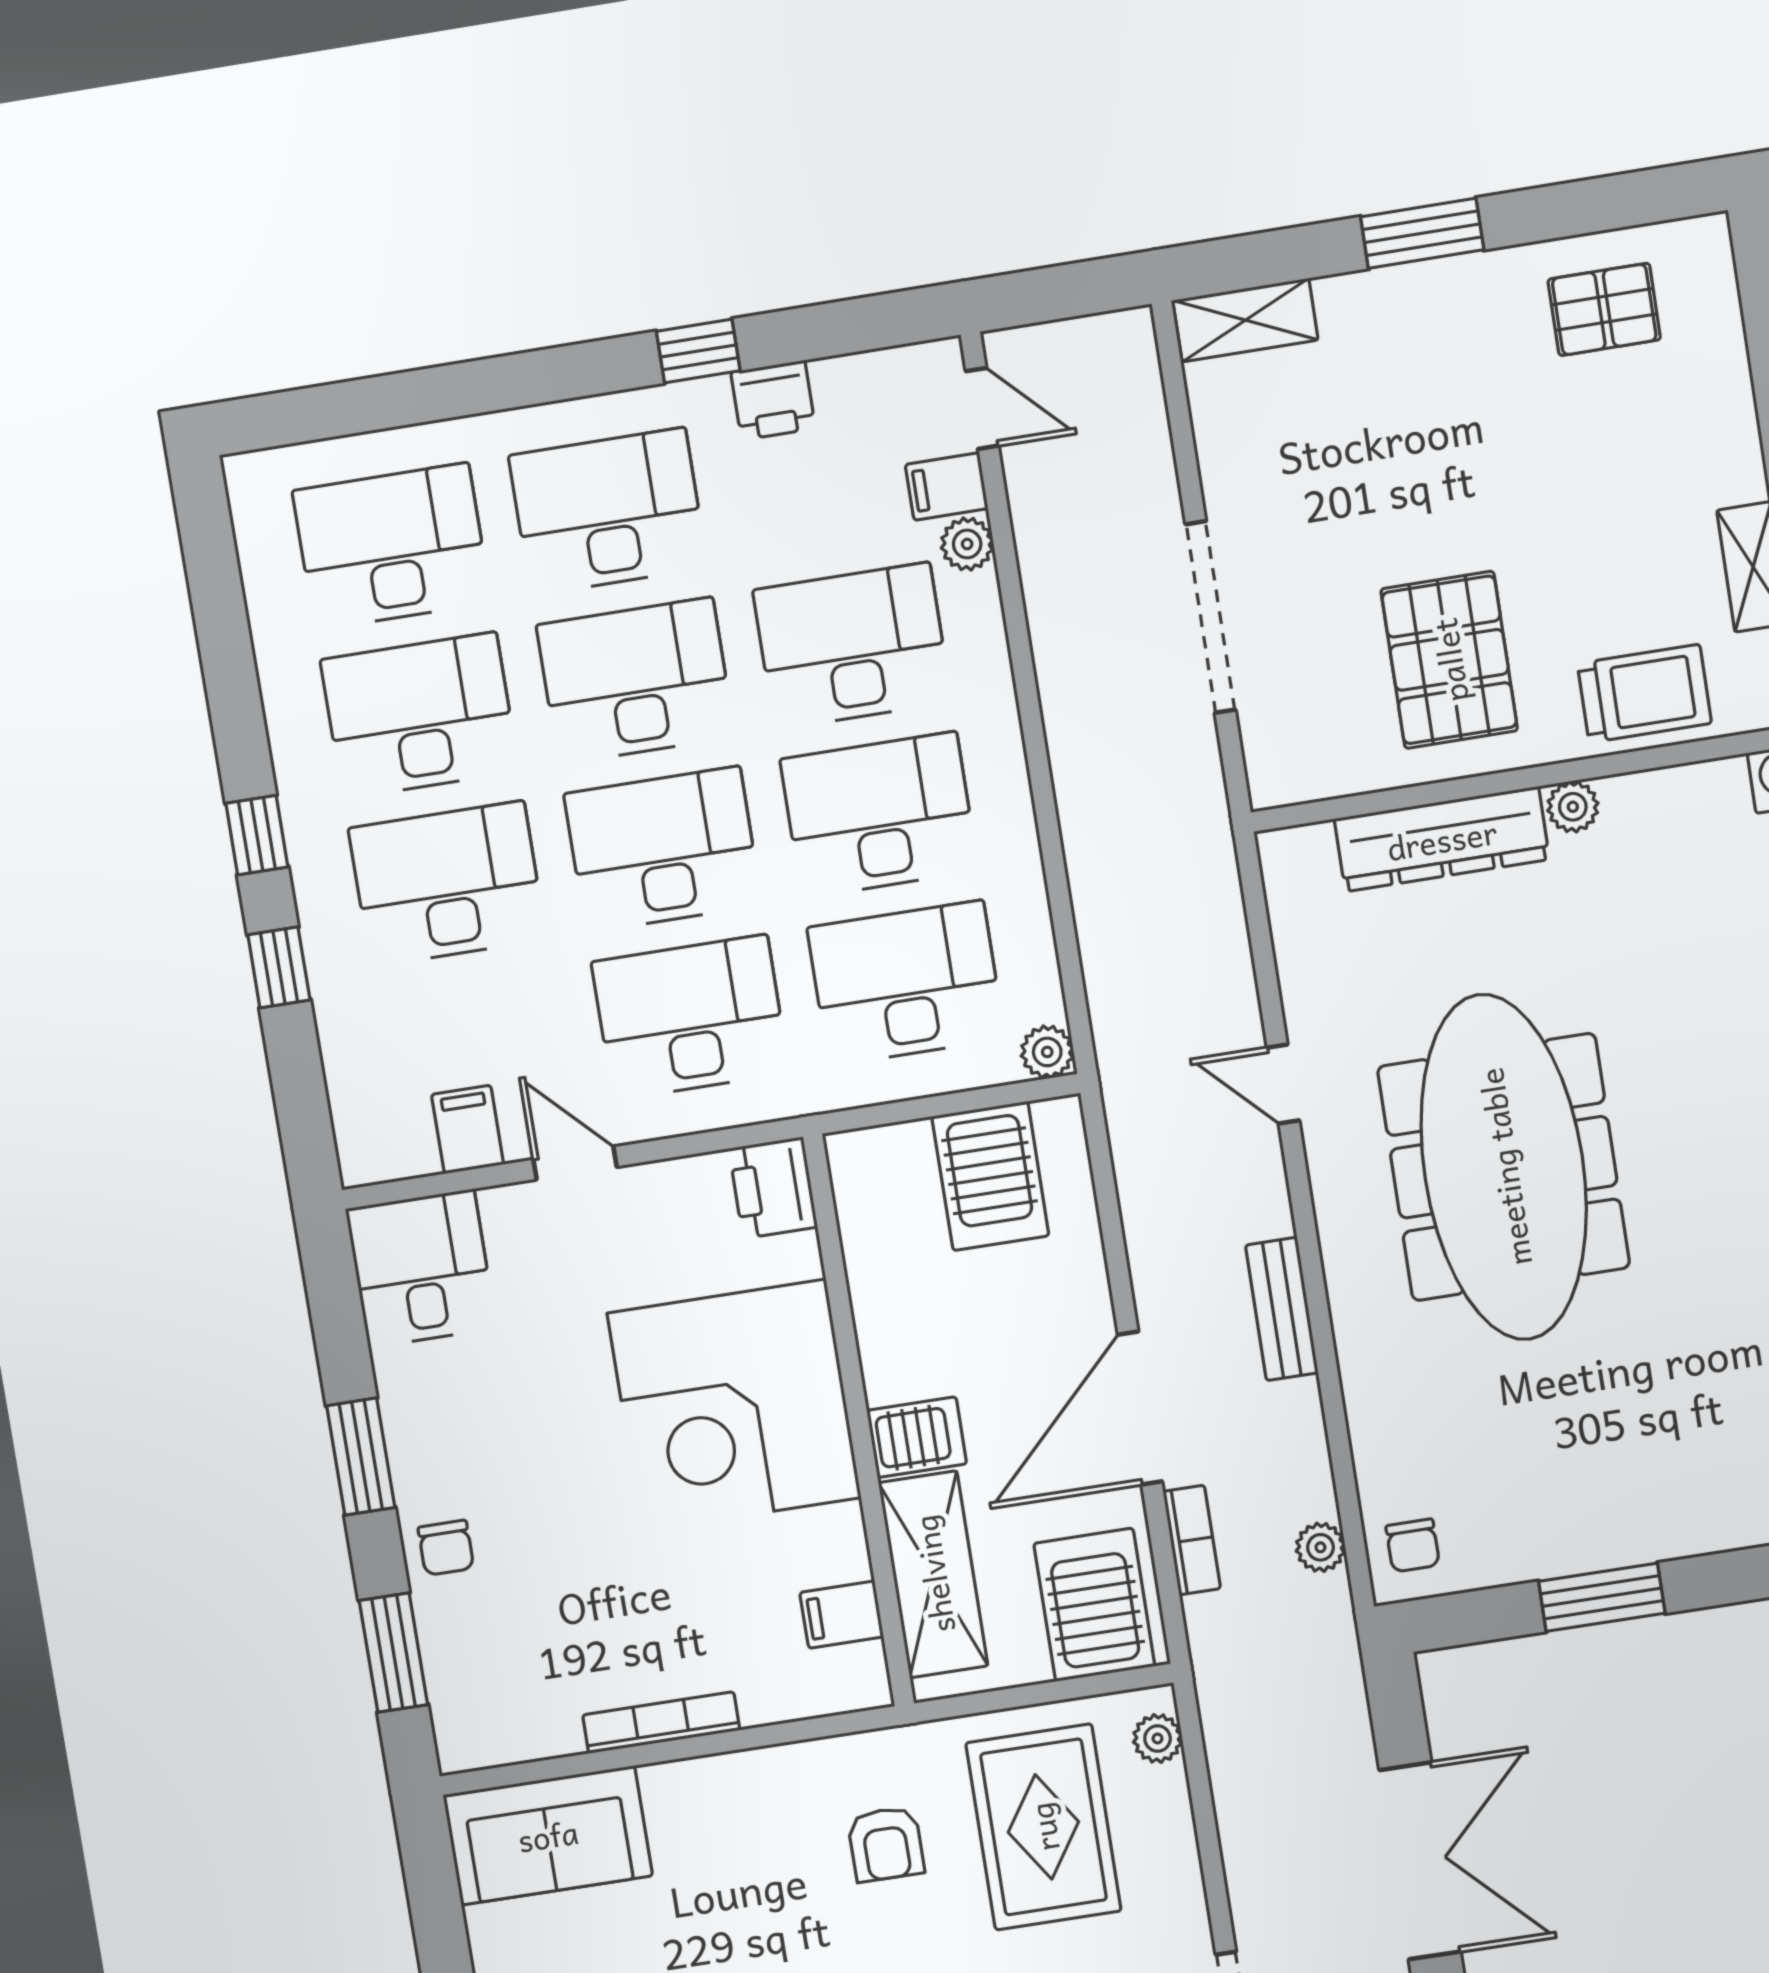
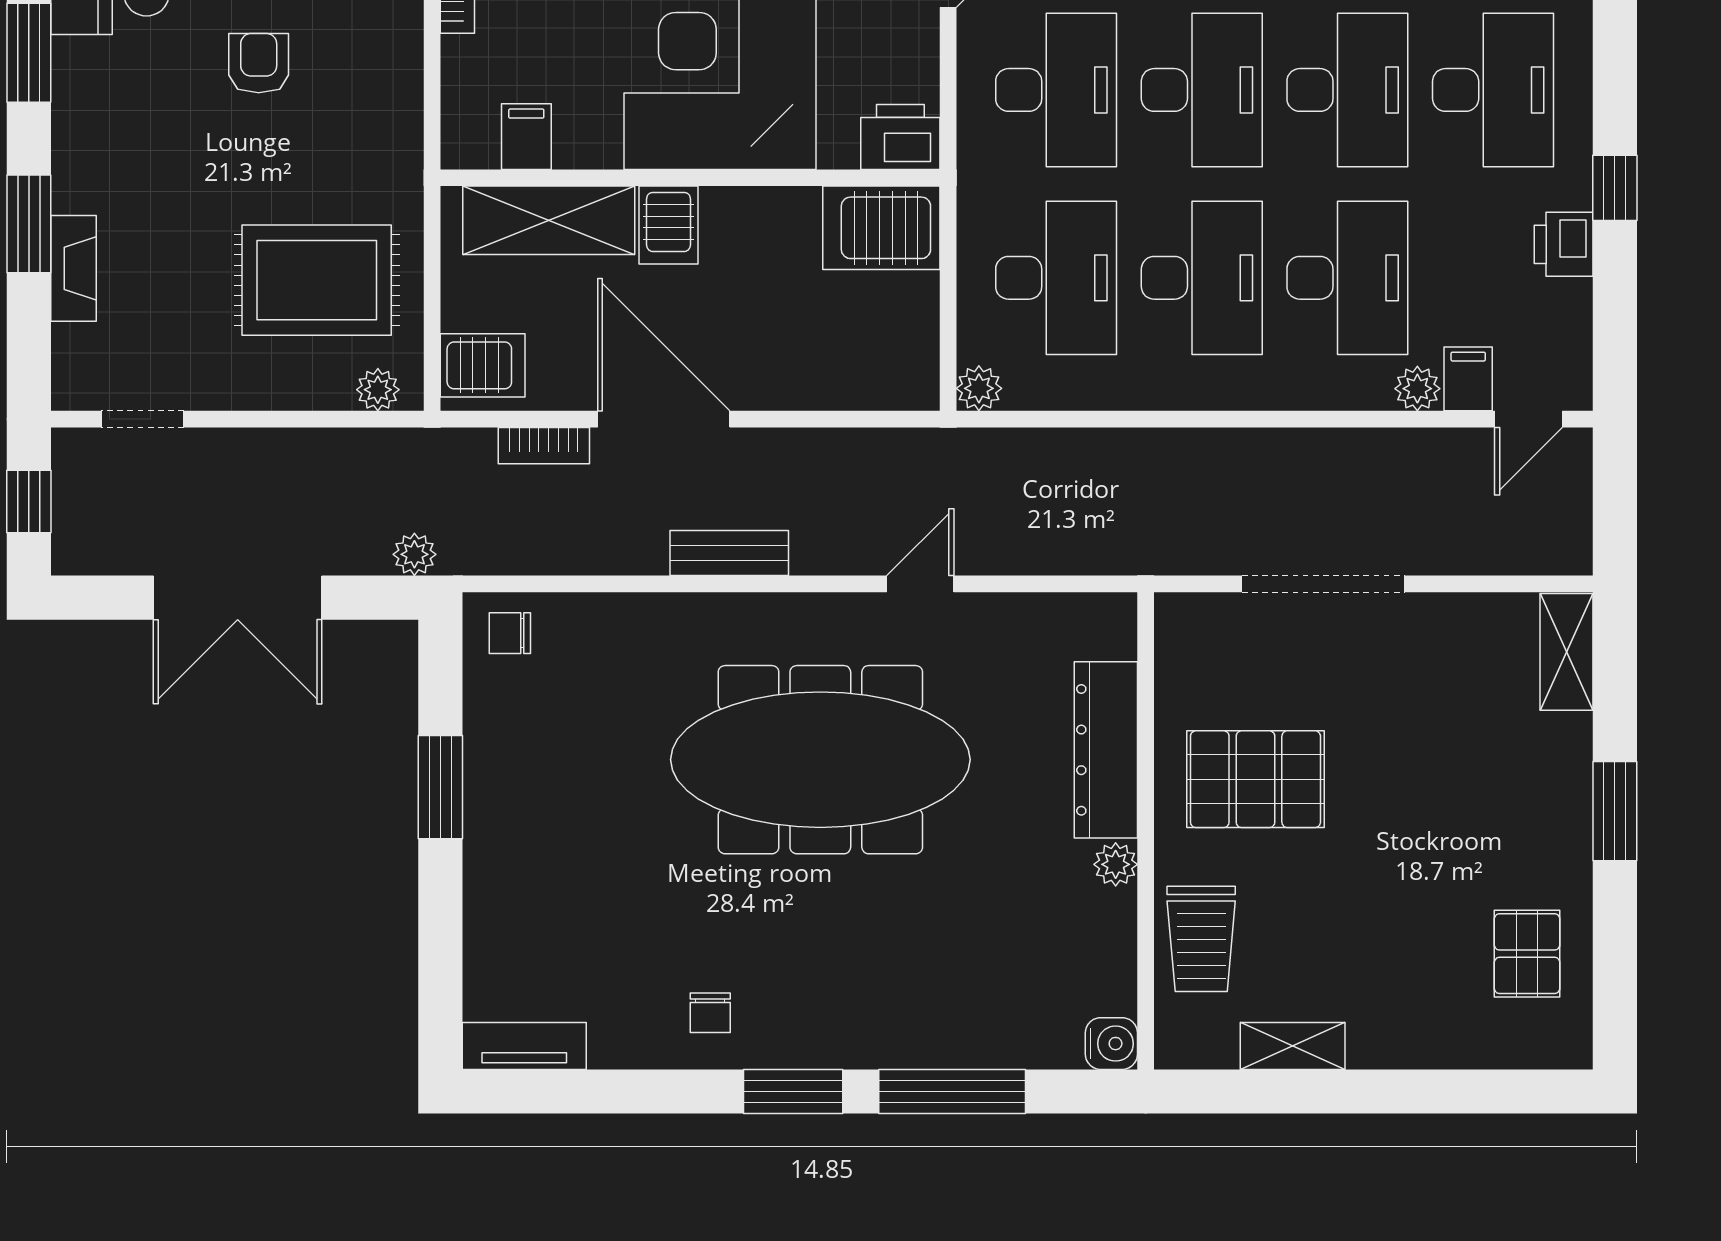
server rack: (990, 1176) -> (881, 228), moved
plant: (1320, 1547) -> (414, 554), moved
server rack: (1094, 1605) -> (483, 365), width x0.73, depth x0.70
armchair: (886, 1844) -> (259, 63), moved, turned 90

